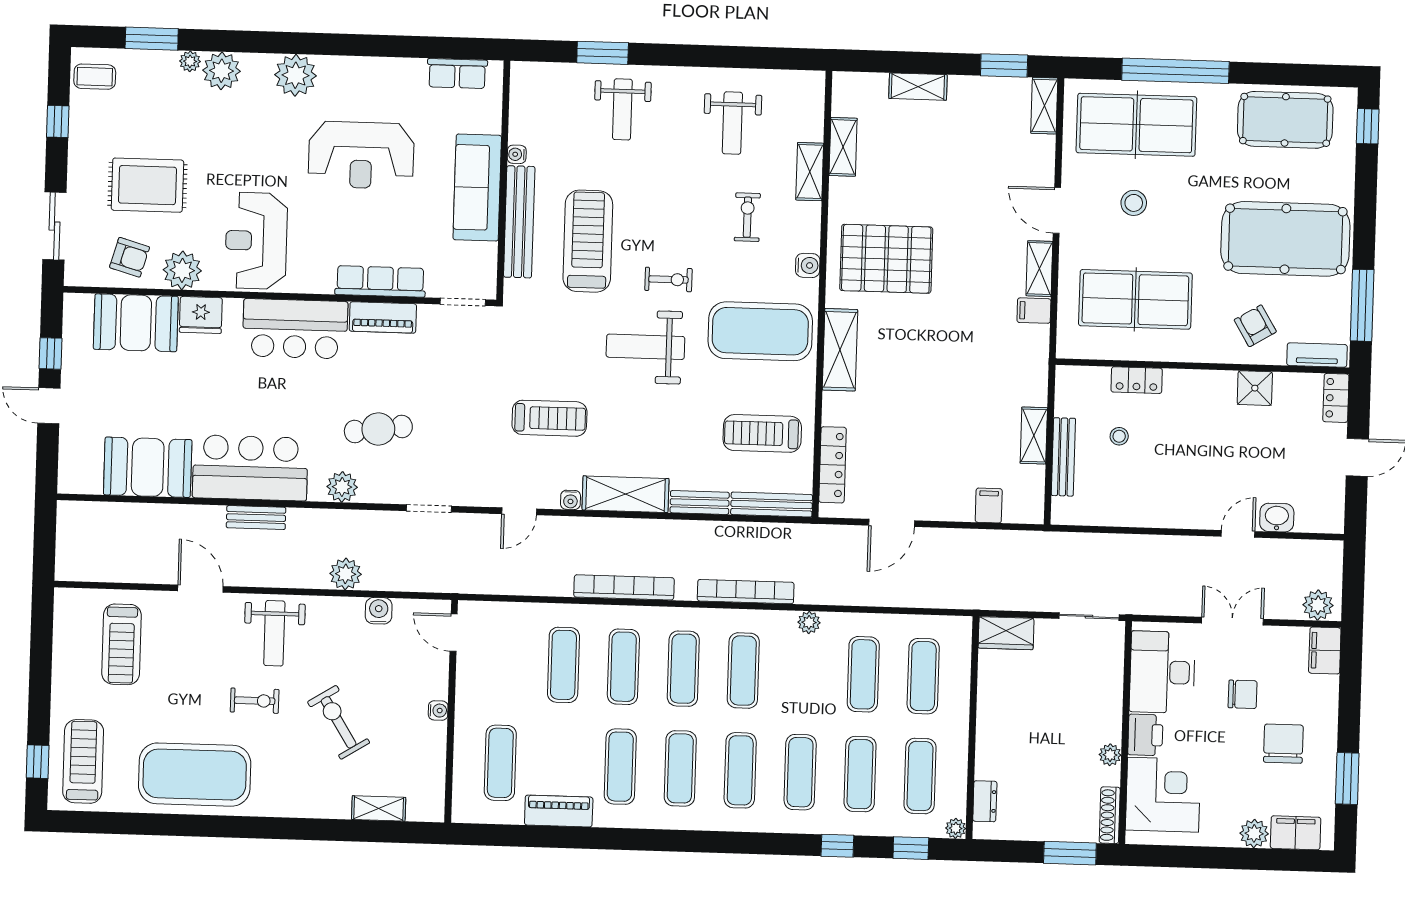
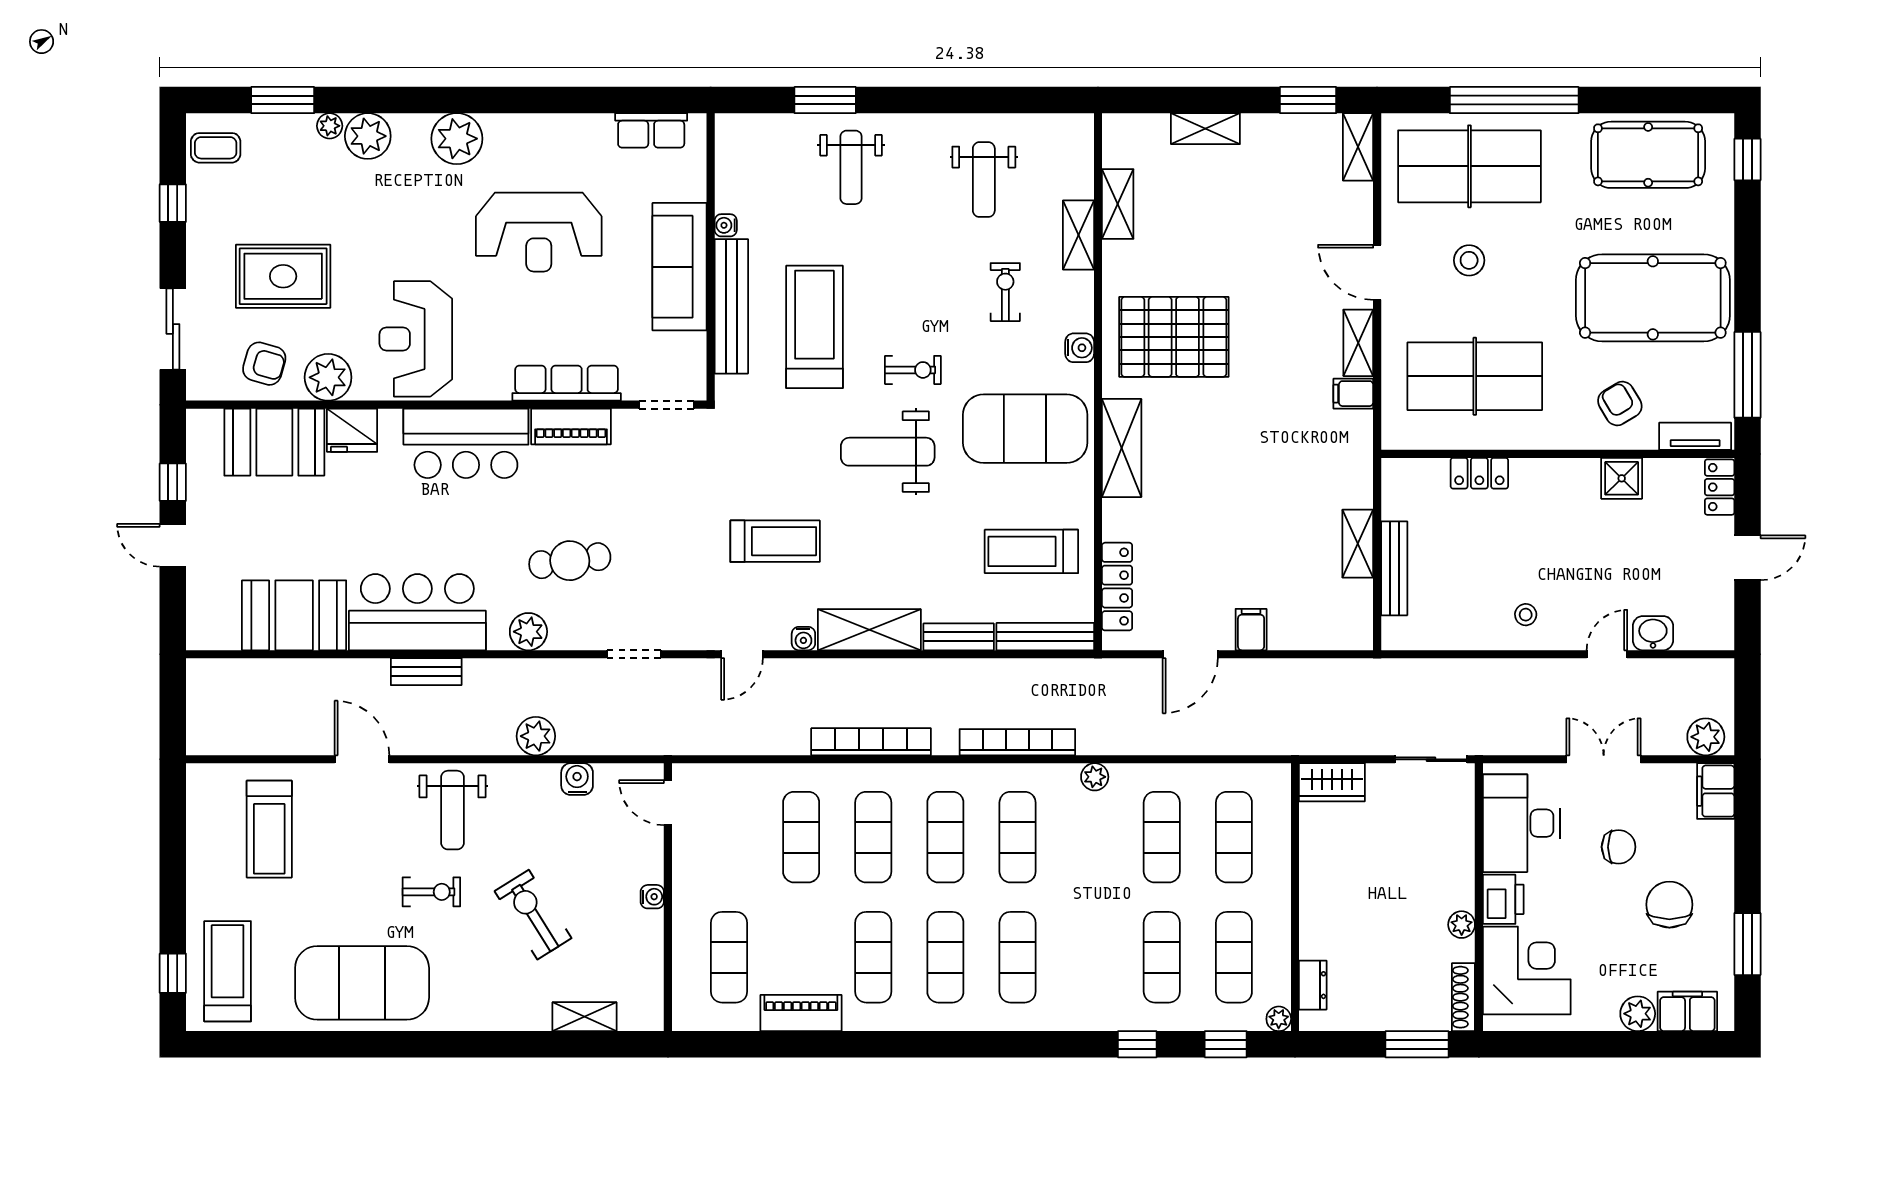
stool: (1119, 436) -> (1526, 615), moved
filing cabinet: (989, 505) -> (1251, 630), moved
exercise mat: (800, 772) -> (1090, 957), removed

